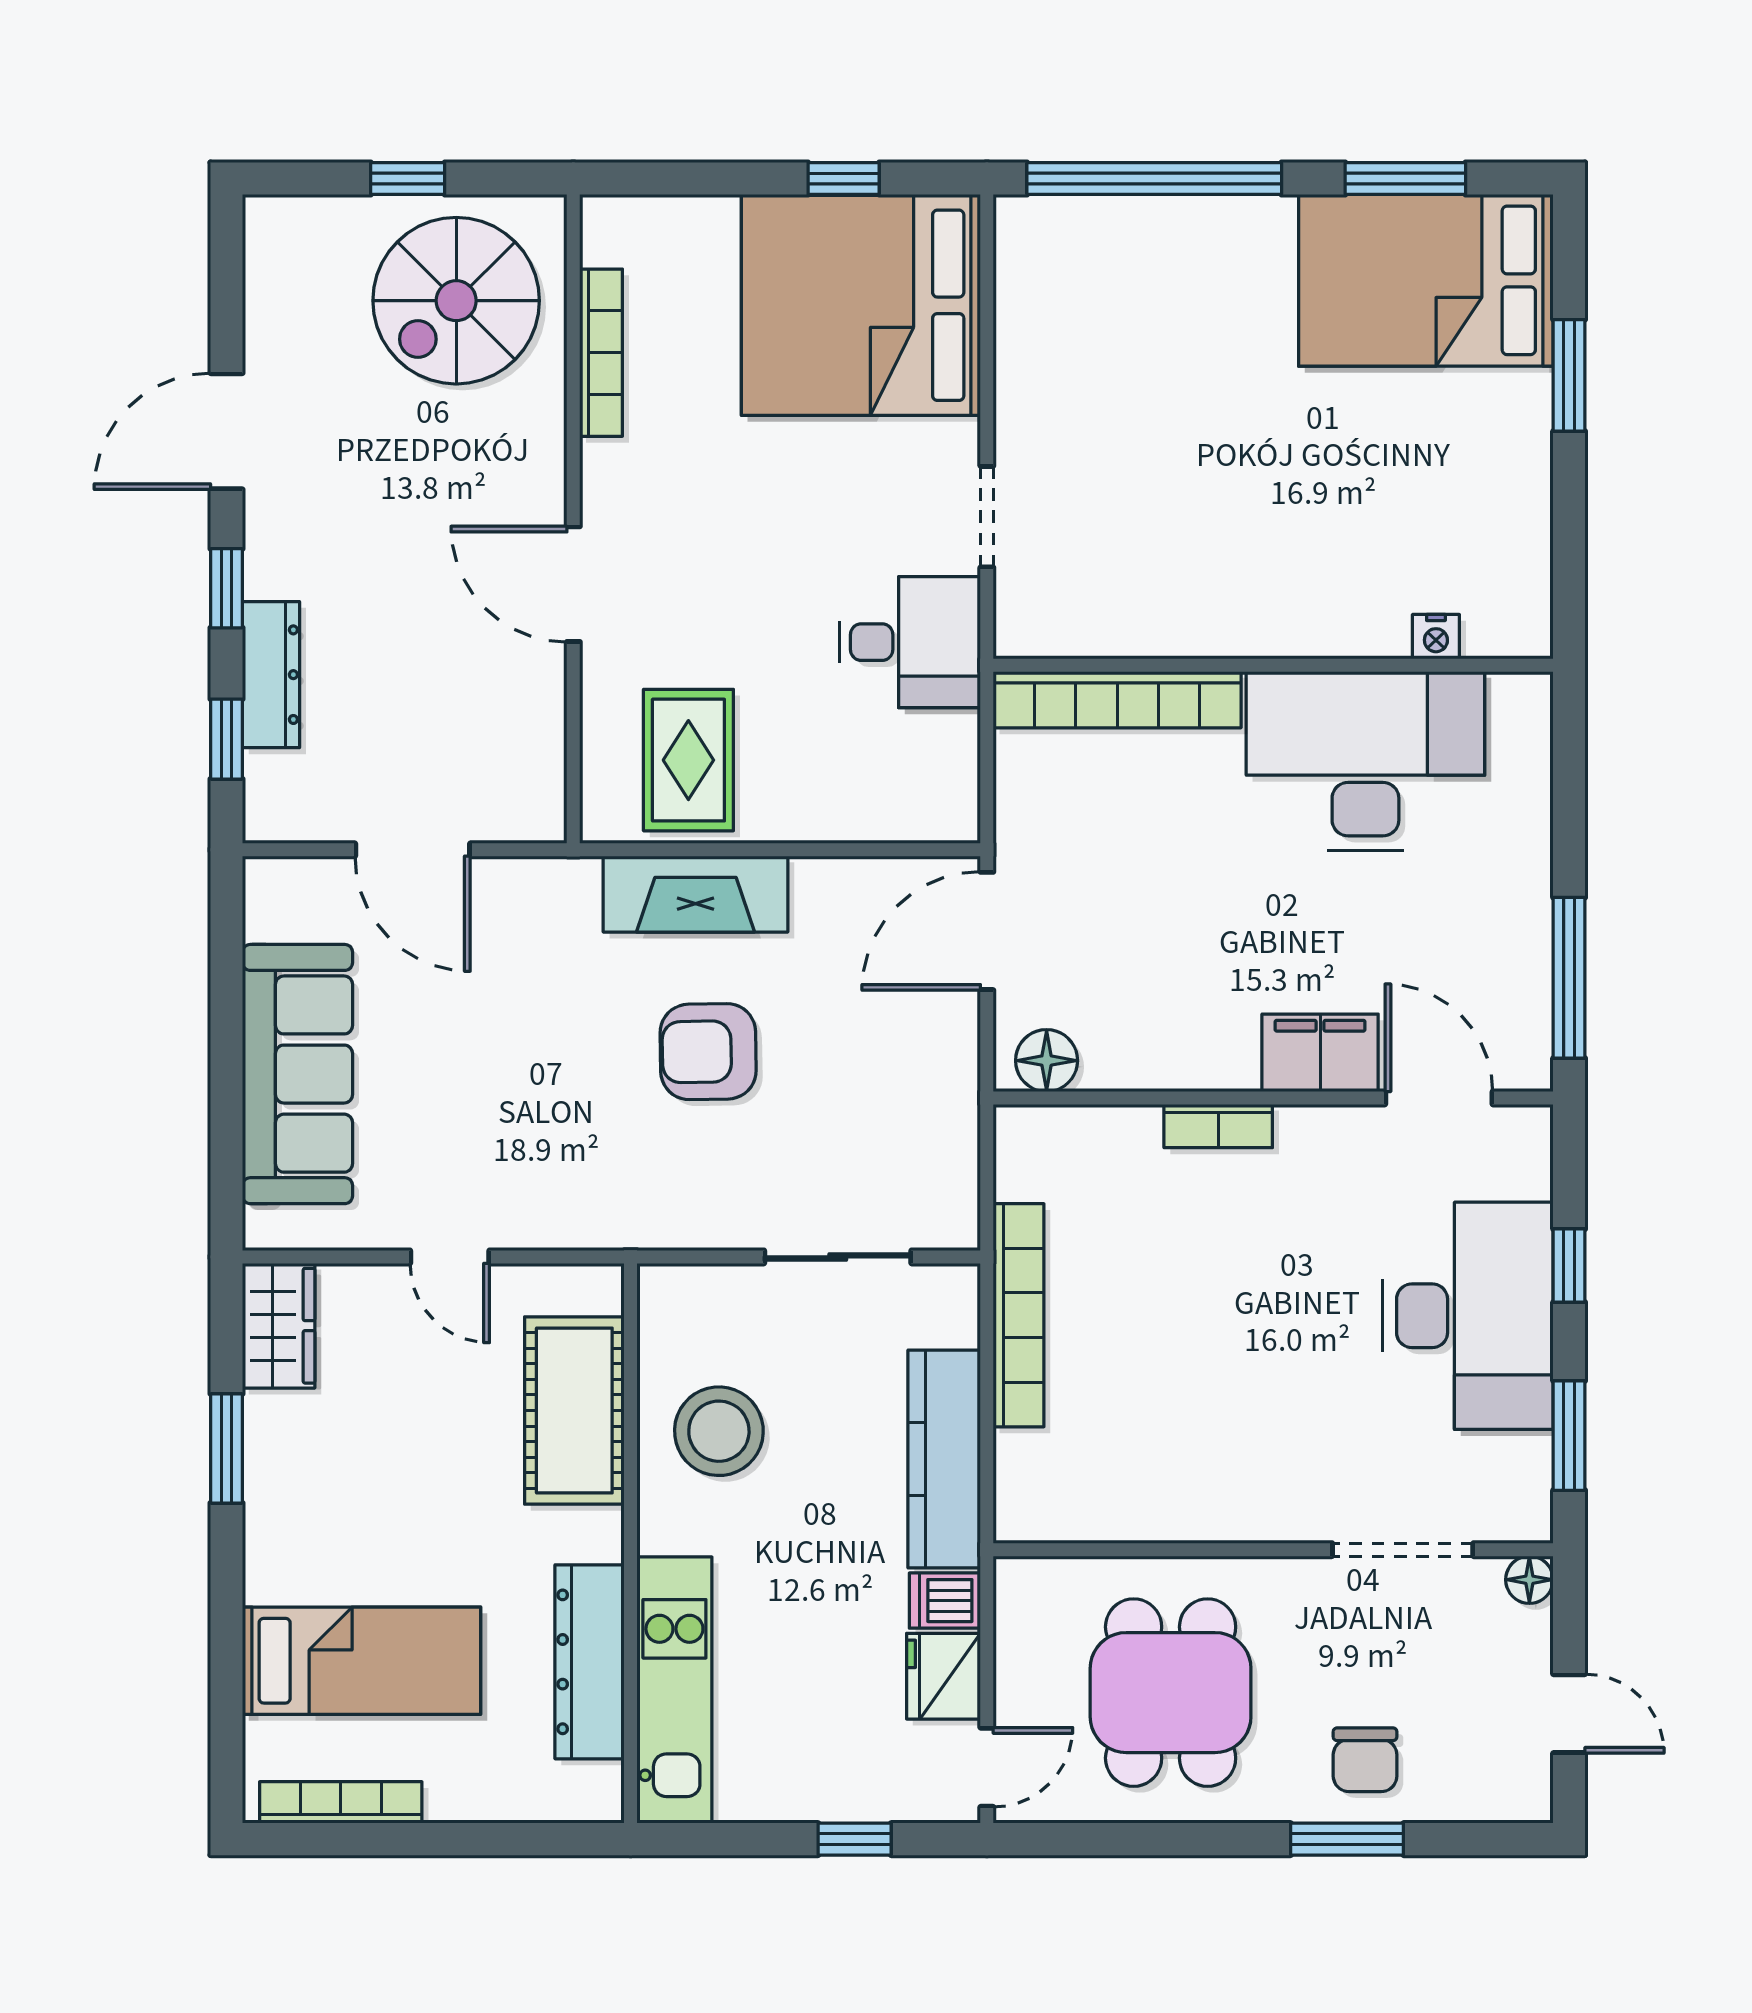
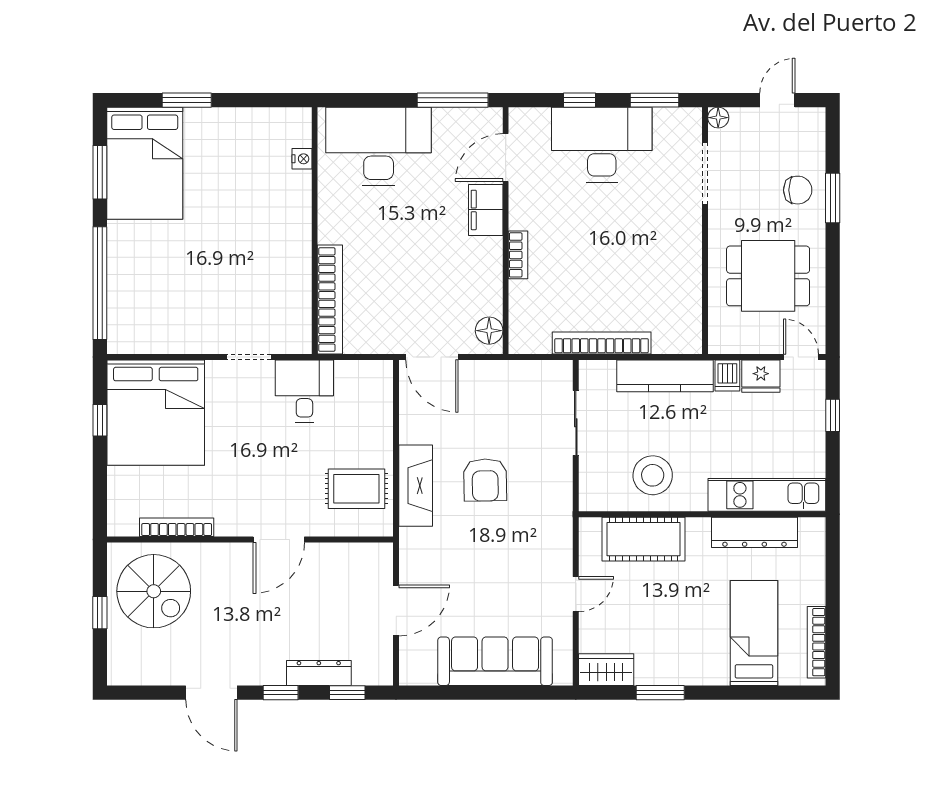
desk: (1365, 761) -> (379, 146), moved, turned 90

